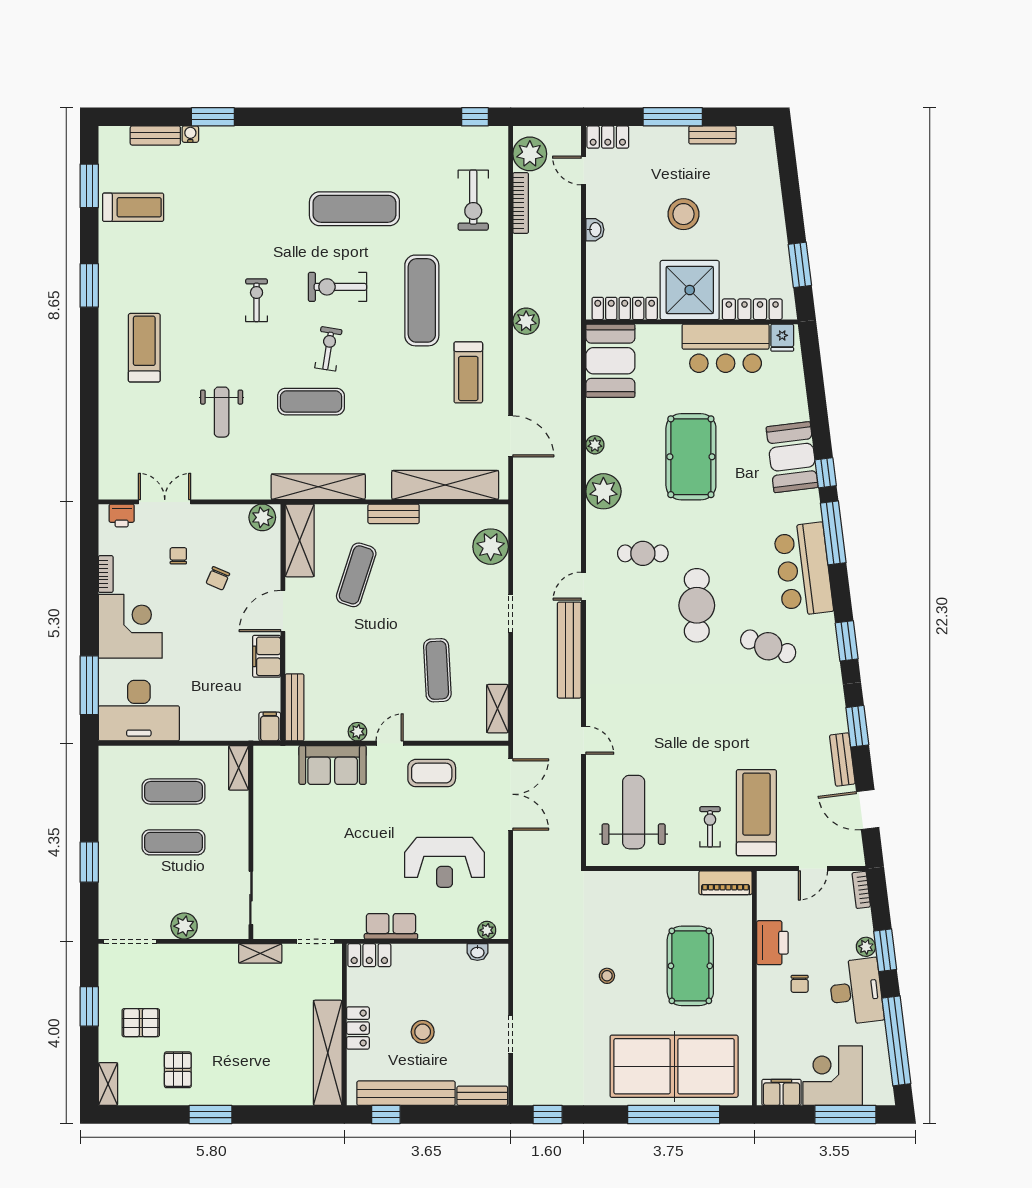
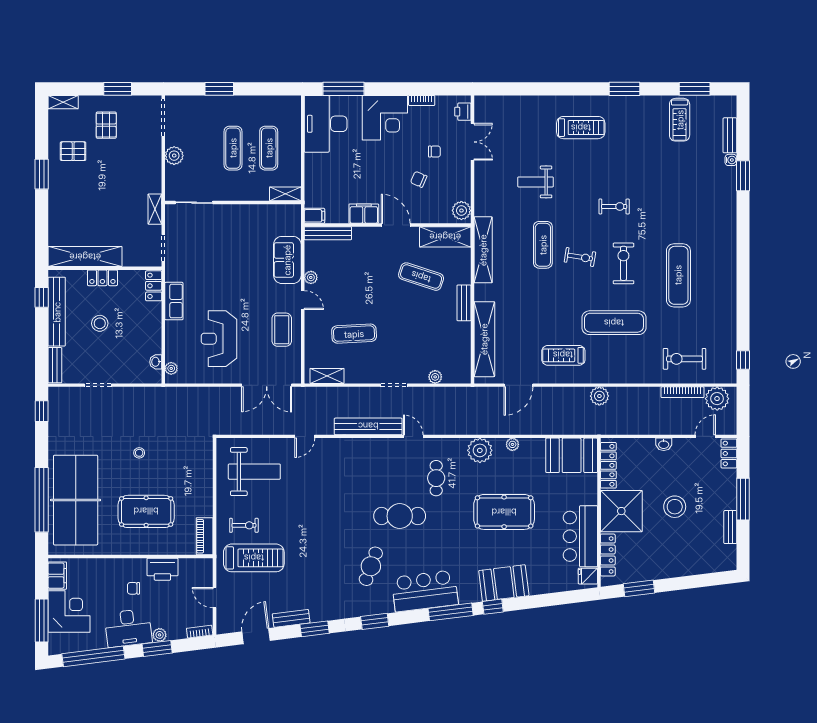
plant: (491, 547) -> (435, 377), width x0.53, depth x0.53

